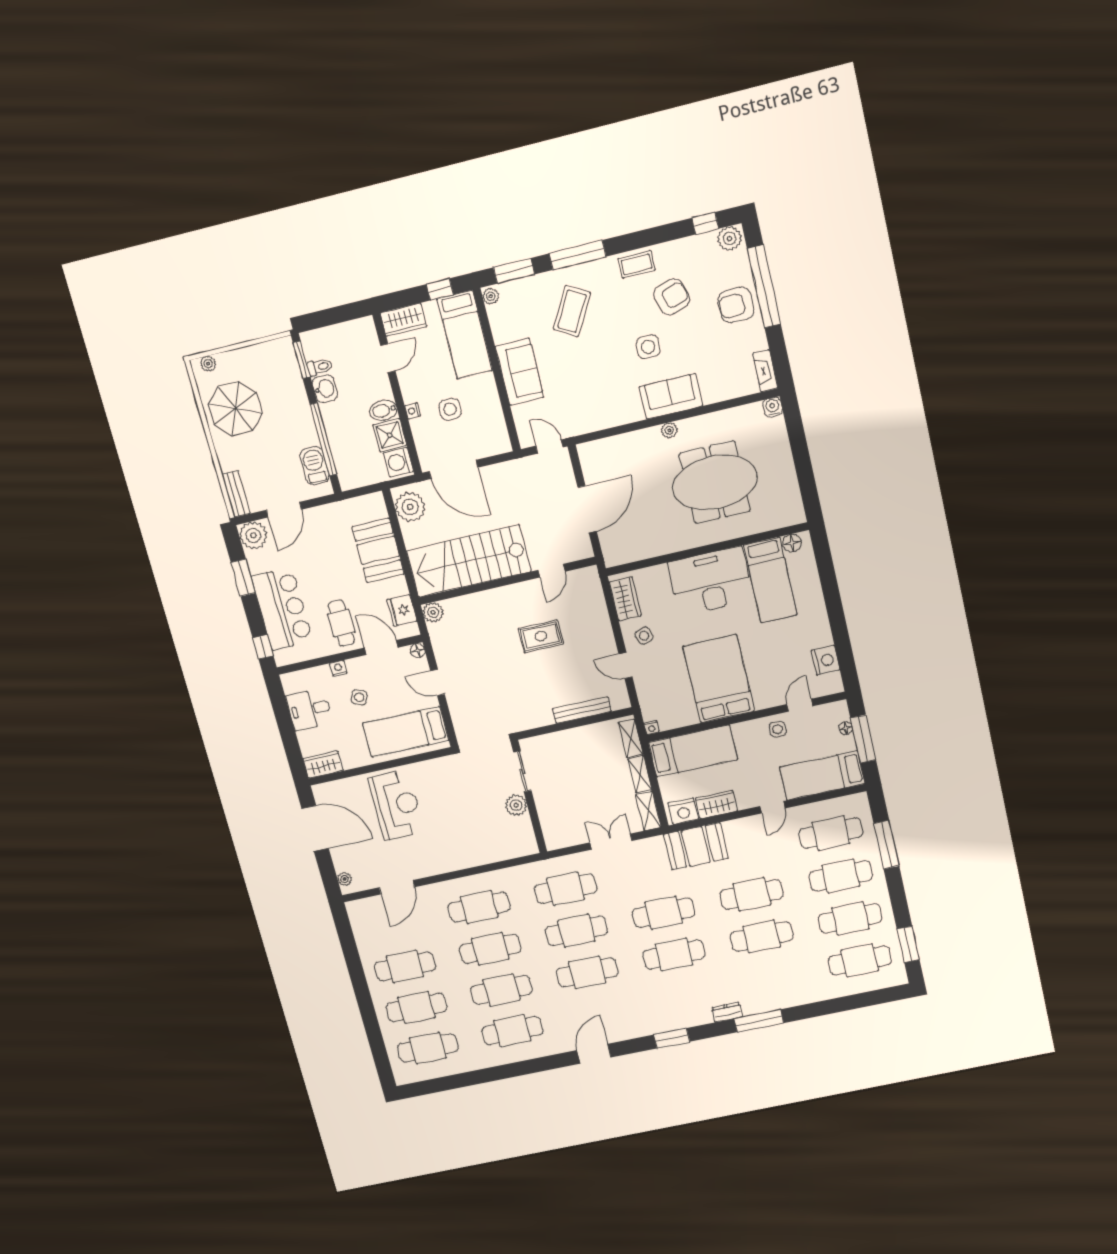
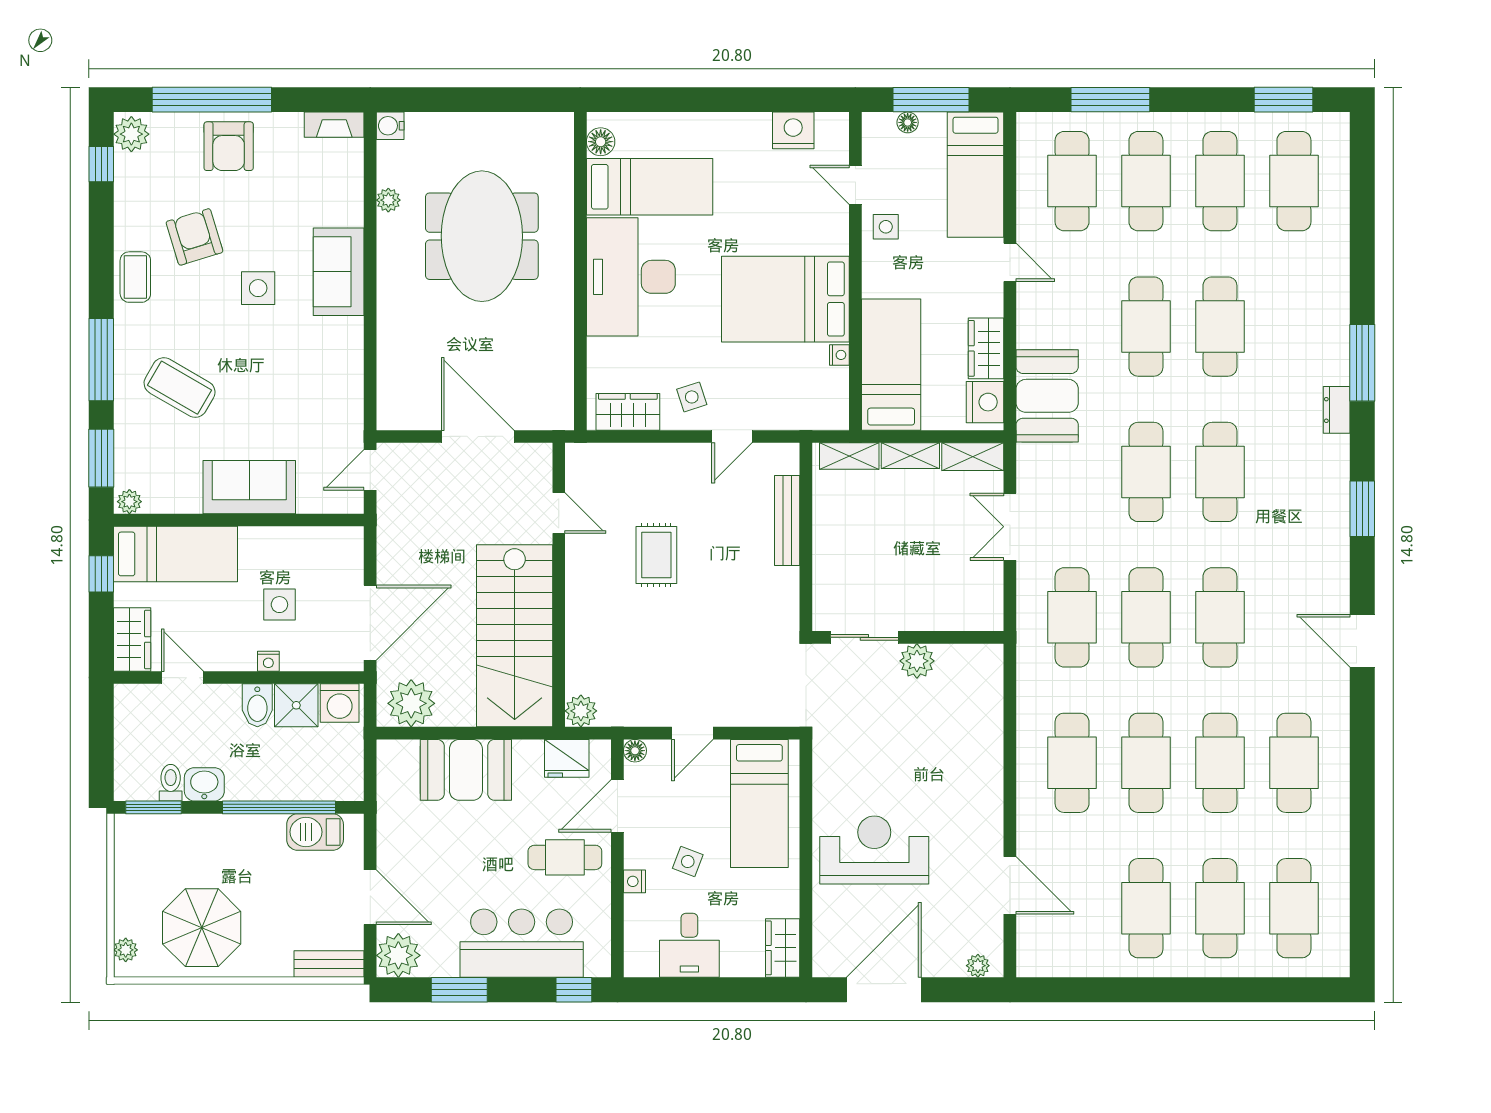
plant: (669, 430) -> (388, 200), moved
nightstand: (651, 728) -> (839, 355), moved

